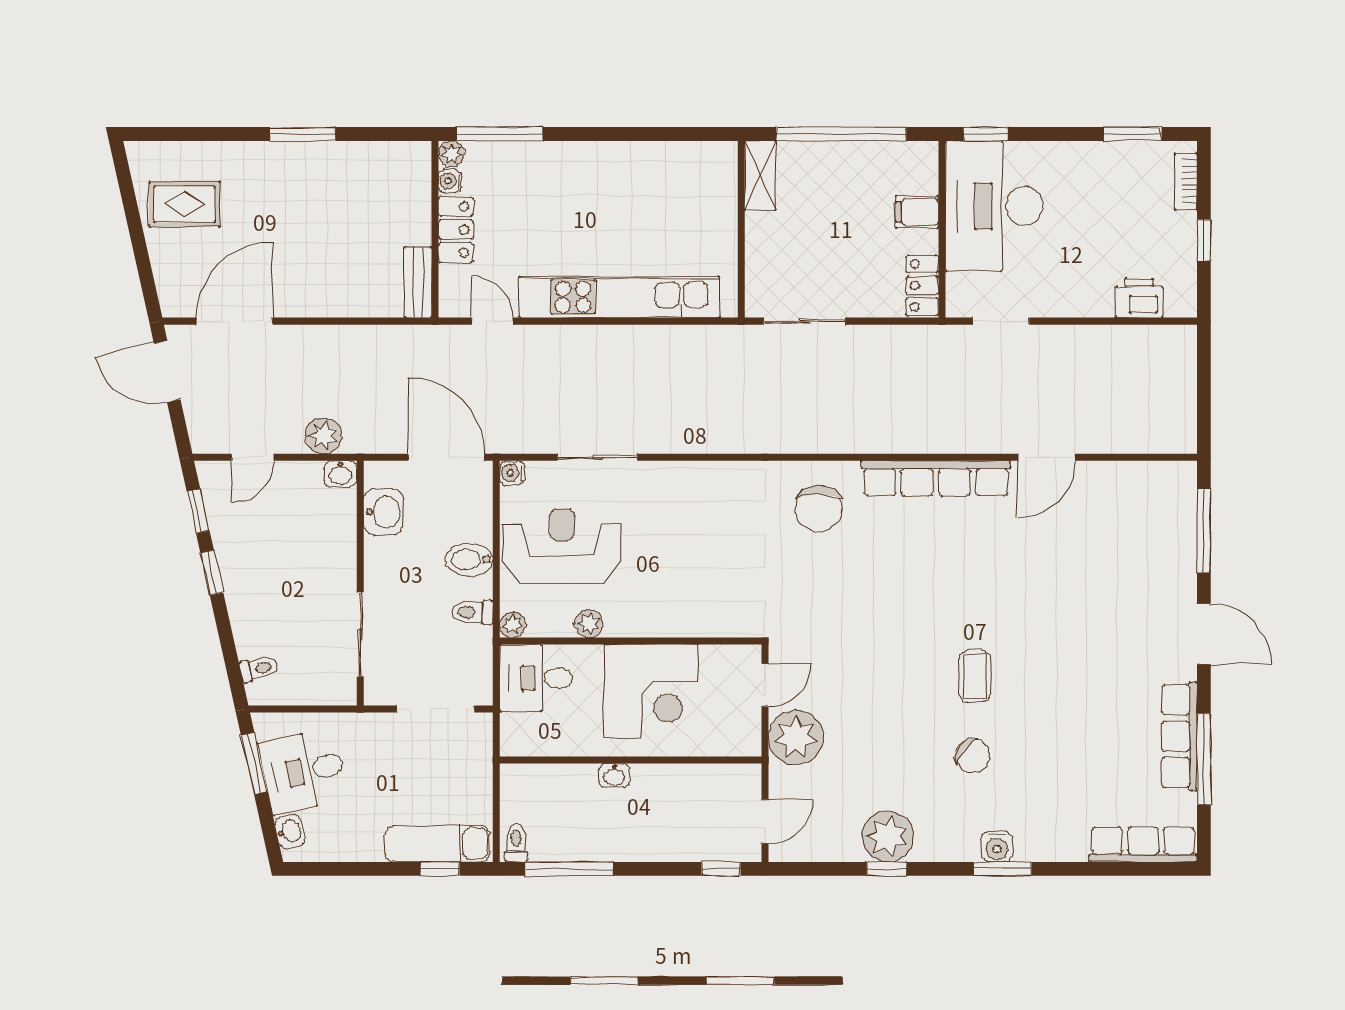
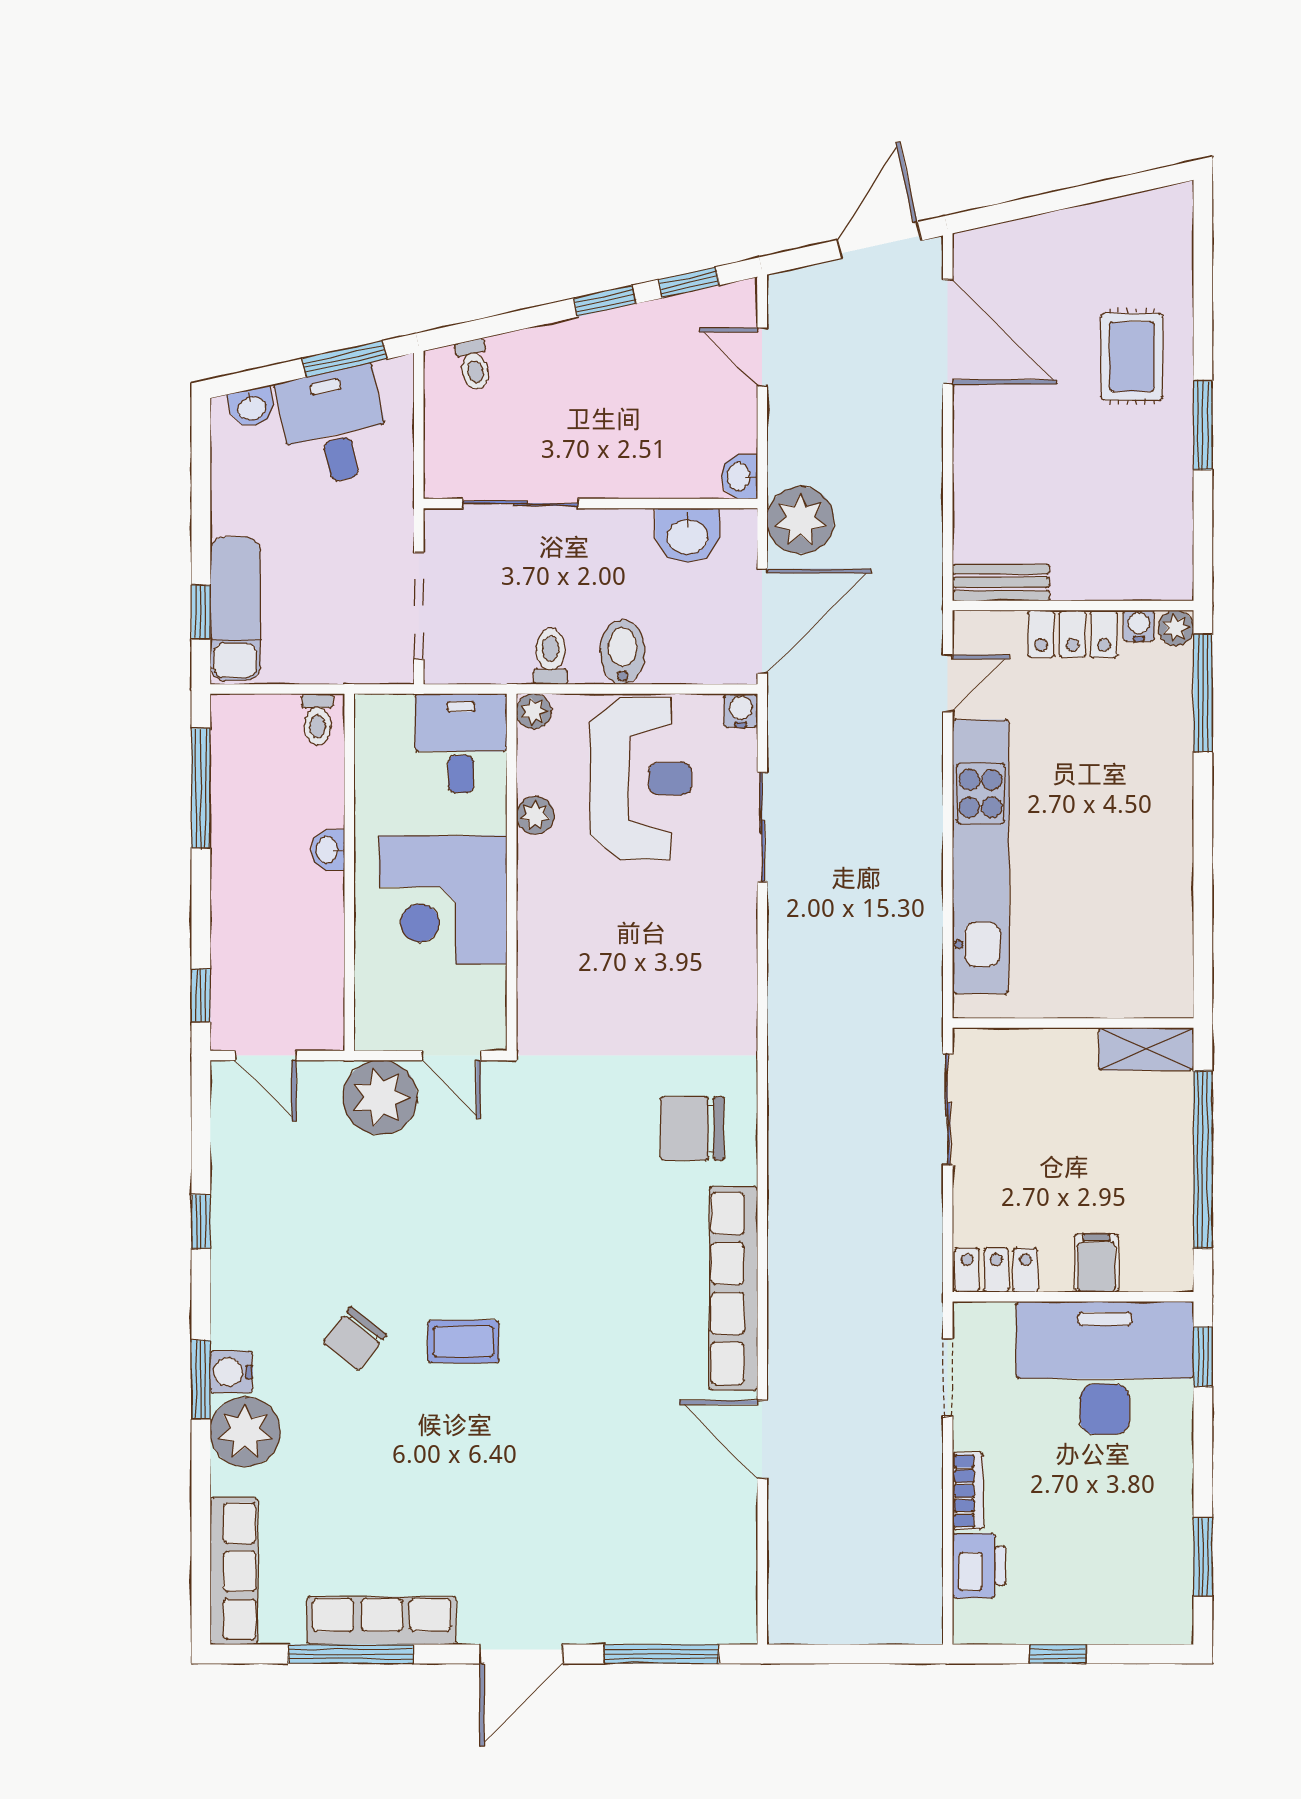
bookcase: (1186, 181) -> (968, 1491), moved, turned 90
rug: (184, 204) -> (1132, 357), moved
plant: (323, 436) -> (800, 520), moved, width x1.36, depth x1.36
plant: (888, 836) -> (245, 1432), moved
toilet: (516, 843) -> (318, 719), moved, turned 90

